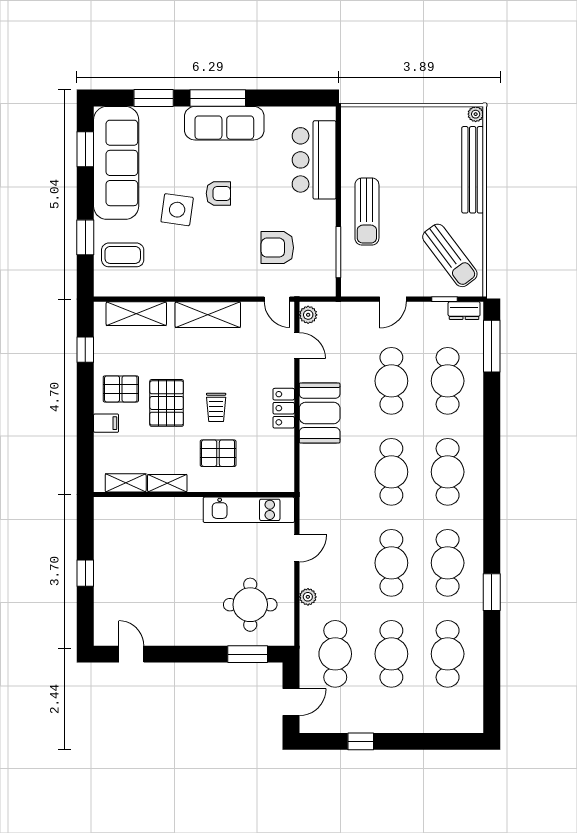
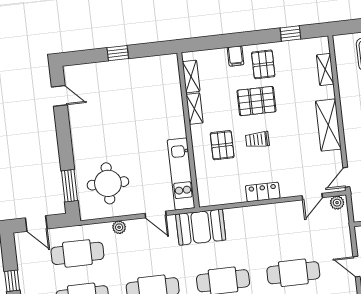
shelving: (136, 314) -> (325, 69), width x0.67, depth x0.75
booth: (320, 413) -> (201, 227), moved
door: (131, 654) -> (59, 96), hinge flipped

